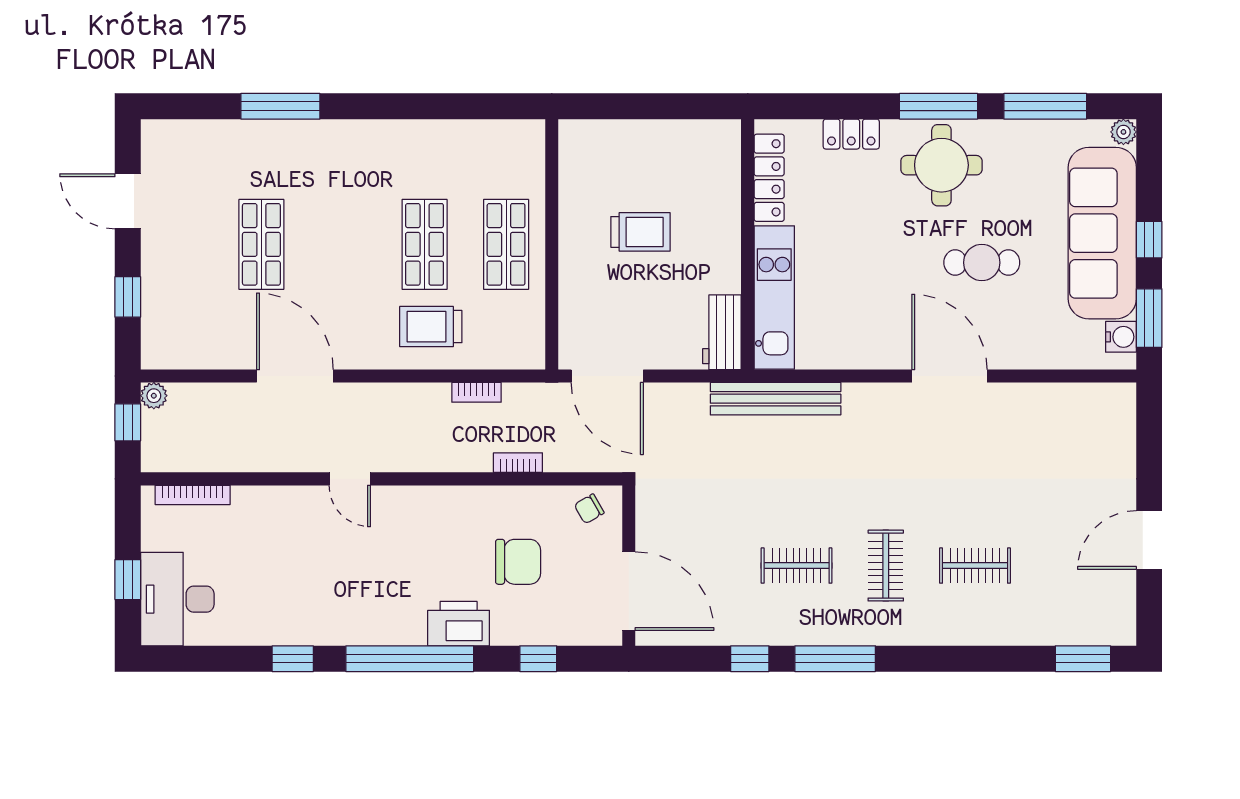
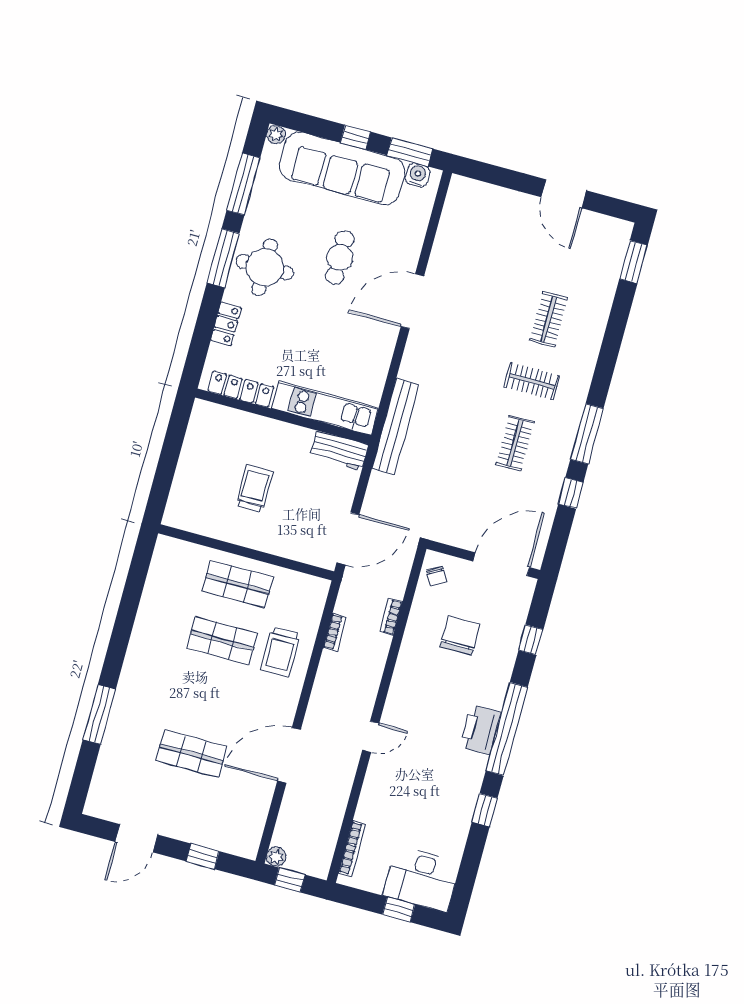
printer: (459, 624) -> (480, 730), moved

